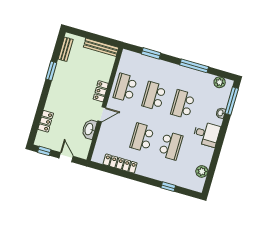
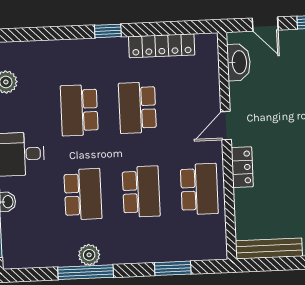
plant: (220, 82) -> (89, 255), moved
washbasin: (89, 129) -> (239, 62), moved
school desk: (142, 137) -> (137, 108), turned 180
window: (168, 187) -> (108, 31), moved

